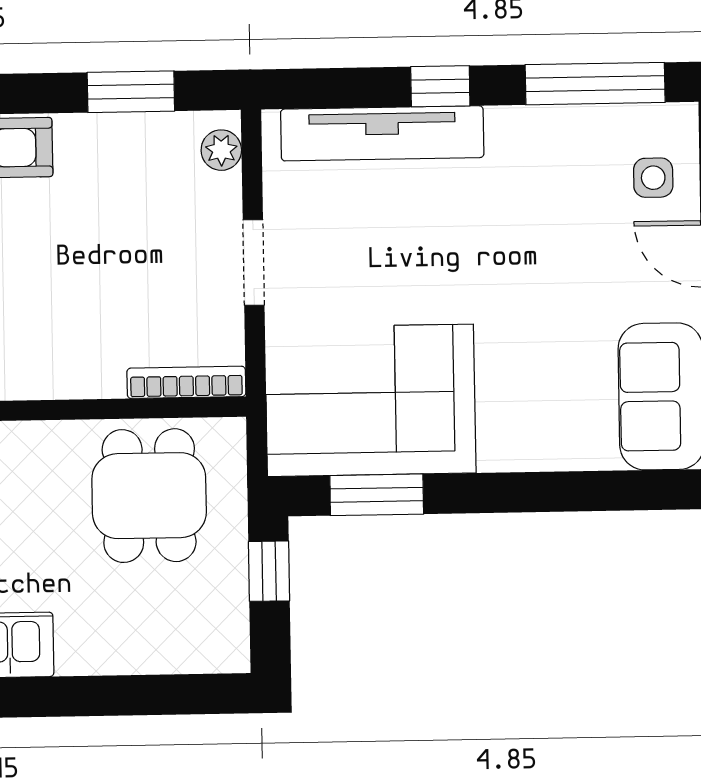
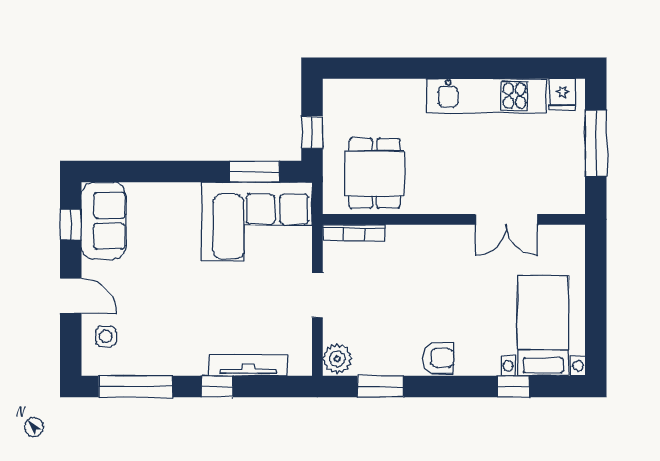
tv unit: (382, 133) -> (248, 365), width x0.73, depth x0.78
plant: (221, 150) -> (337, 359), width x1.38, depth x1.38

